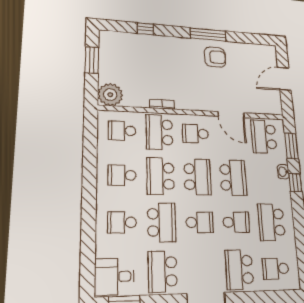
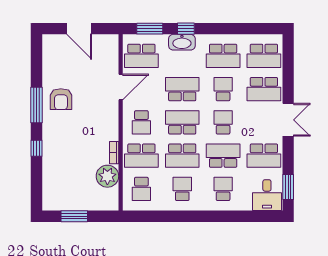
window: (145, 29) -> (37, 148), moved
armchair: (215, 57) -> (61, 99), turned 180
plant: (110, 95) -> (107, 176), moved
washbasin: (283, 172) -> (182, 42), width x1.91, depth x1.45
school desk: (122, 175) -> (182, 189), turned 180
school desk: (122, 222) -> (223, 189), turned 180
school desk: (276, 269) -> (264, 56), width x1.85

